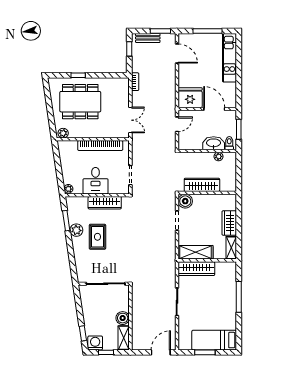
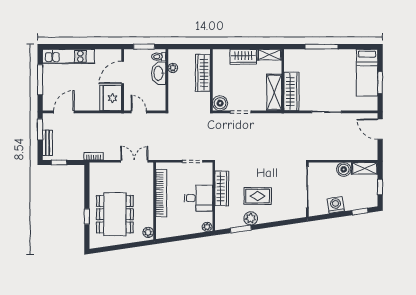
wardrobe: (202, 185) -> (203, 73), moved
washing machine: (95, 343) -> (336, 205), moved, turned 82

